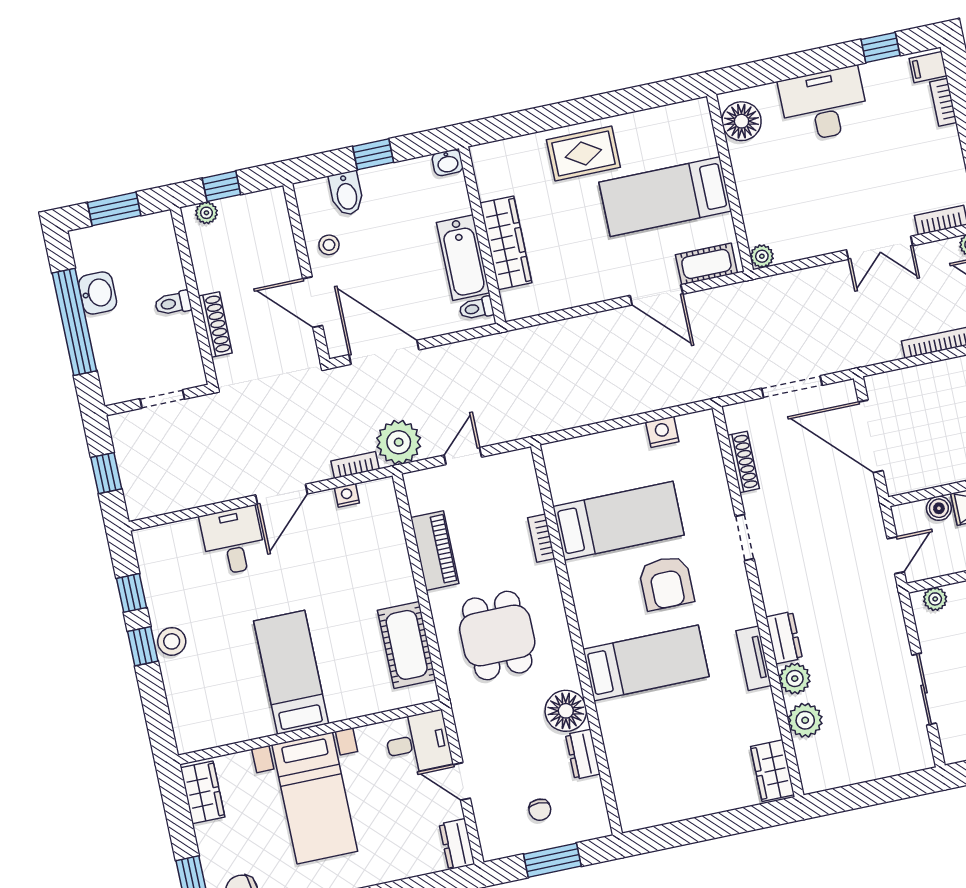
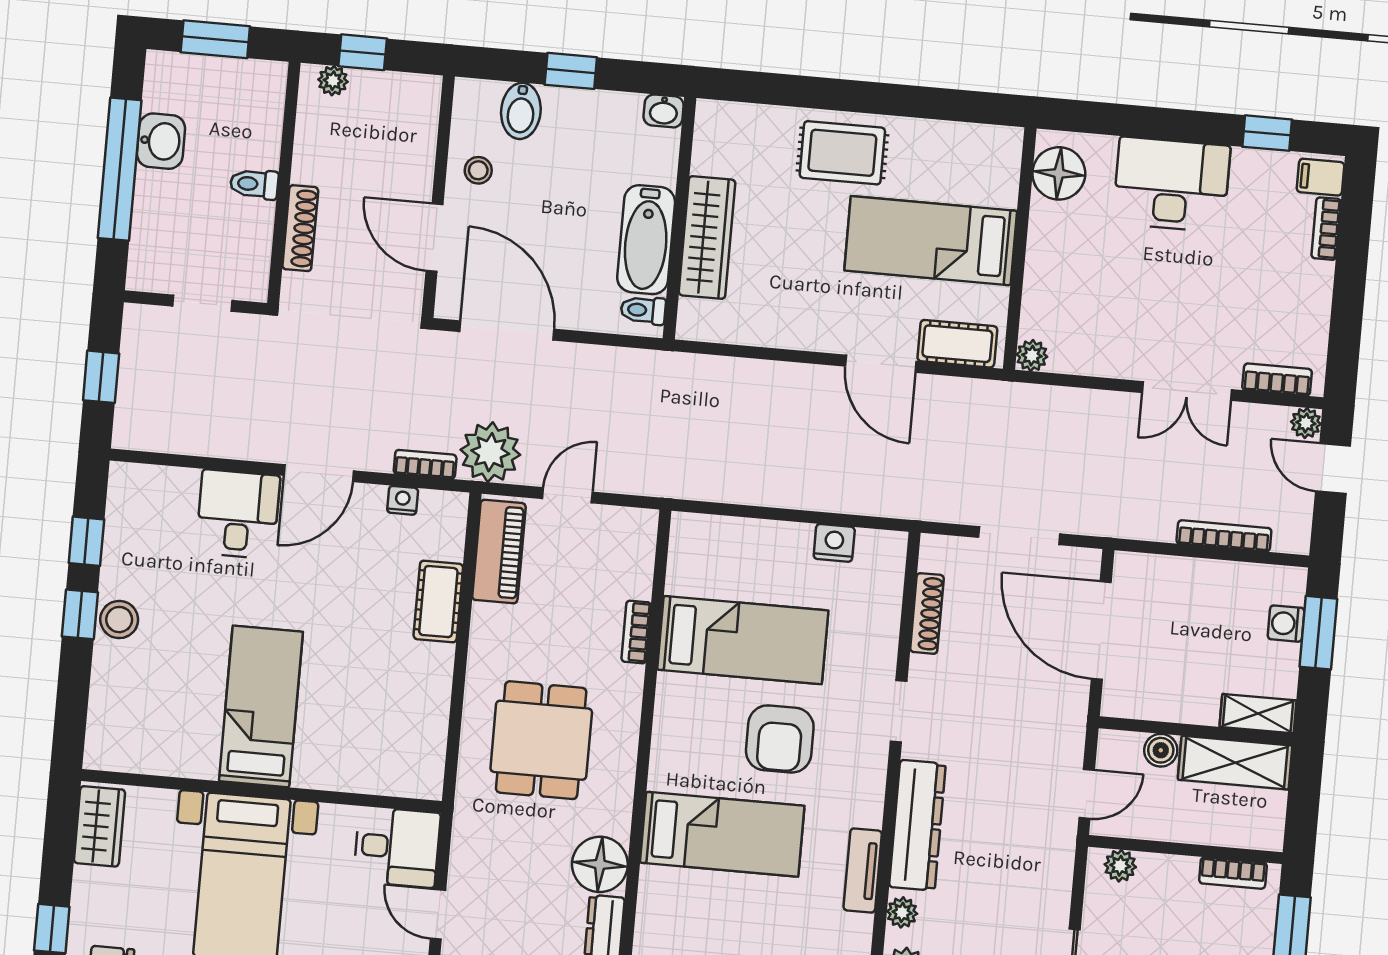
piano: (435, 551) -> (499, 552), moved
dresser: (784, 638) -> (917, 825), width x1.96, depth x1.24
cot: (407, 645) -> (438, 602), moved, width x0.73, depth x0.75
plant: (795, 679) -> (902, 912), width x0.73, depth x0.73

